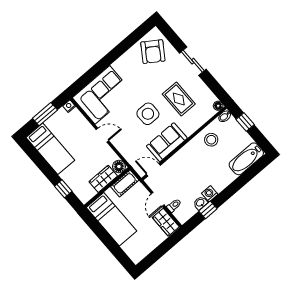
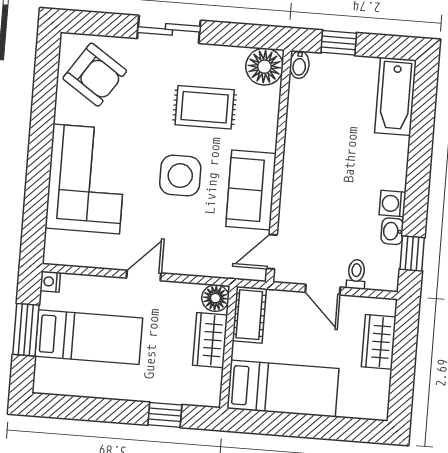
corner sofa: (102, 95) -> (86, 179), moved
floor lamp: (218, 106) -> (264, 67), width x1.89, depth x1.89
stool: (211, 140) -> (314, 120), removed
bed: (50, 149) -> (89, 337), moved
window: (208, 210) -> (412, 253), moved
wardrobe: (166, 222) -> (379, 342), moved, turned 90

